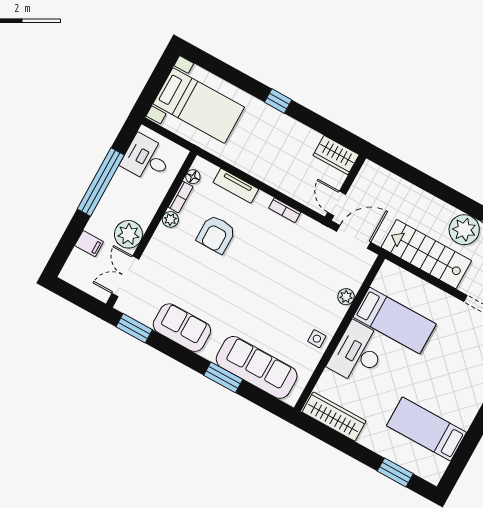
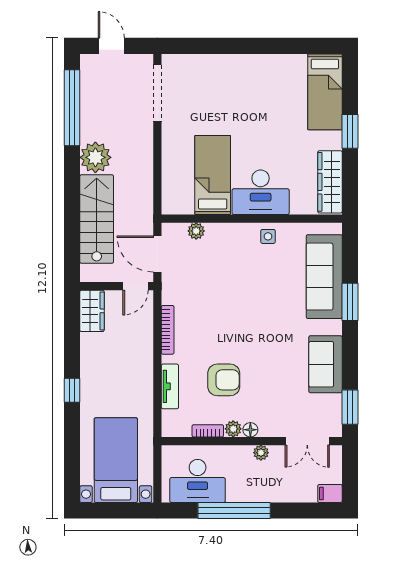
desk: (146, 159) -> (198, 481), width x1.37
floor lamp: (193, 177) -> (250, 430), moved
bookcase: (285, 210) -> (168, 330), width x1.56
plant: (128, 234) -> (261, 453), width x0.53, depth x0.53
filing cabinet: (89, 244) -> (330, 493), moved, turned -90
stairs: (426, 254) -> (97, 219), moved, turned 180
plant: (346, 297) -> (196, 231), moved
bed: (426, 429) -> (325, 92), moved
window: (395, 472) -> (350, 131), moved

